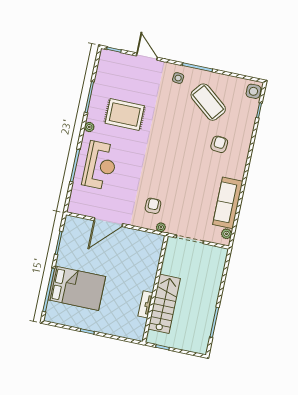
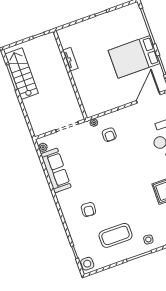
coffee table: (208, 102) -> (116, 235), turned -39
door: (108, 222) -> (148, 98), moved
bed: (77, 288) -> (134, 57), moved
stairs: (164, 304) -> (22, 74), moved, turned 180

